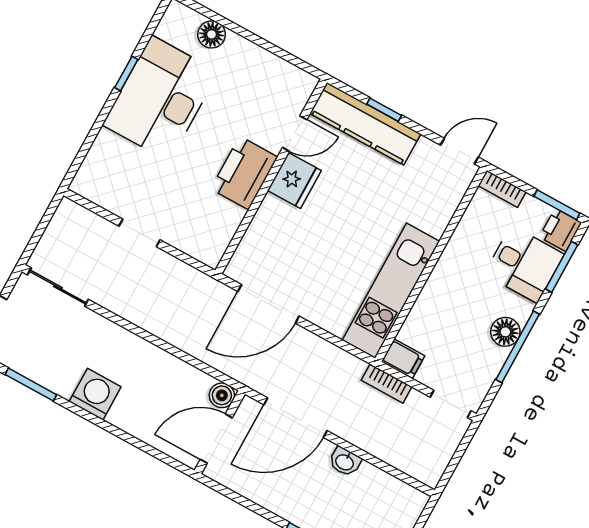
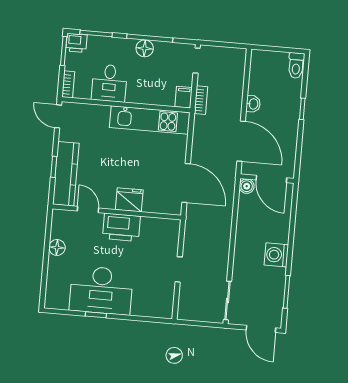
floor lamp: (212, 34) -> (57, 247), moved
fridge: (294, 180) -> (129, 200), moved
desk: (524, 264) -> (109, 83), moved, turned 180

